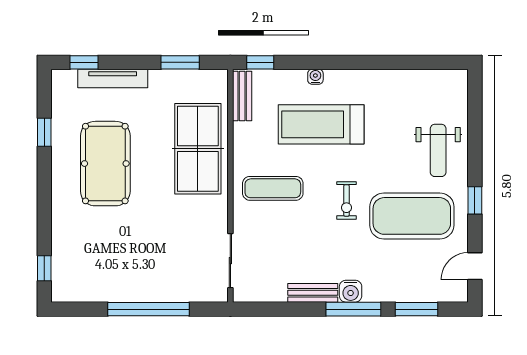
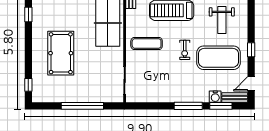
weight bench: (438, 150) -> (222, 20), moved
pool table: (105, 164) -> (61, 53), moved
water cooler: (351, 291) -> (215, 97), moved
bench: (313, 293) -> (235, 98), moved

